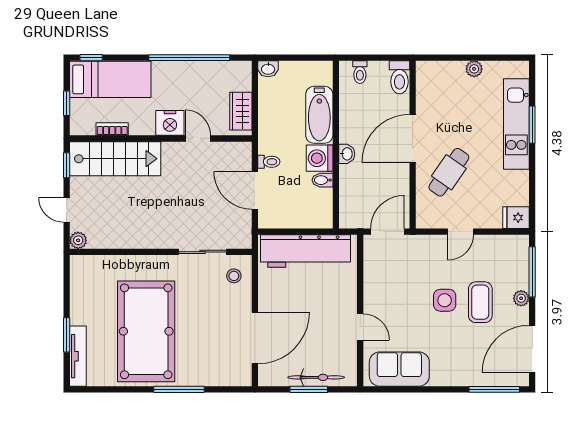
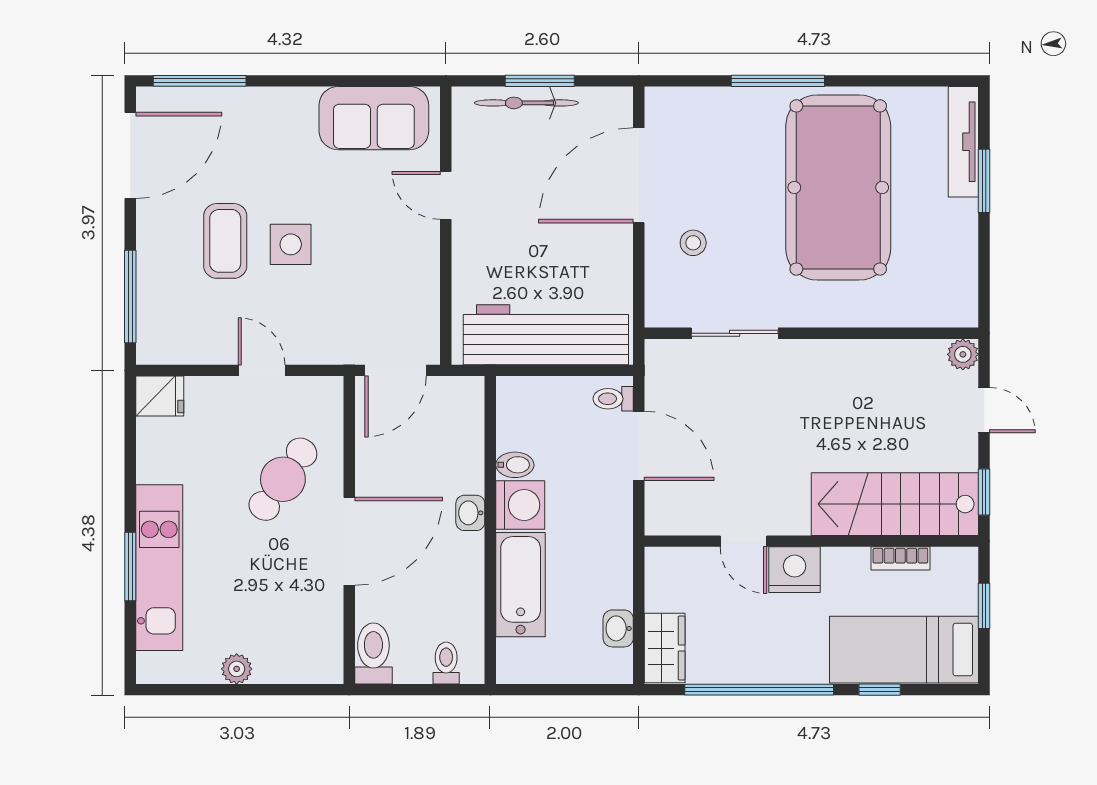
window: (91, 58) -> (880, 690), moved
washbasin: (268, 69) -> (618, 628), moved, turned -90
wardrobe: (241, 111) -> (665, 648), moved
toilet: (269, 162) -> (613, 399), moved
door: (461, 232) -> (262, 370), hinge flipped
stool: (234, 276) -> (693, 243), moved
plant: (521, 298) -> (150, 248), removed

